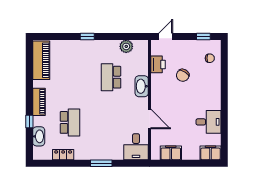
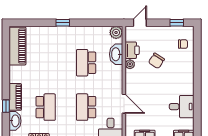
plant: (126, 46) -> (116, 32), moved
plant: (156, 79) -> (130, 64), added
washbasin: (142, 86) -> (116, 54), moved
piano: (39, 102) -> (15, 97), moved
school desk: (111, 122) -> (86, 107), added

